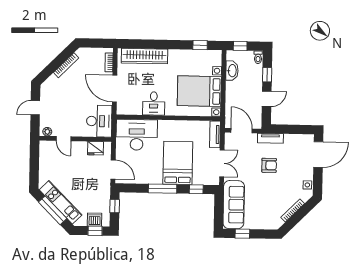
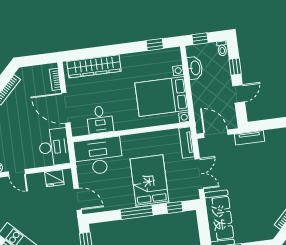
desk: (154, 103) -> (100, 120), moved
armchair: (269, 165) -> (253, 168), removed

